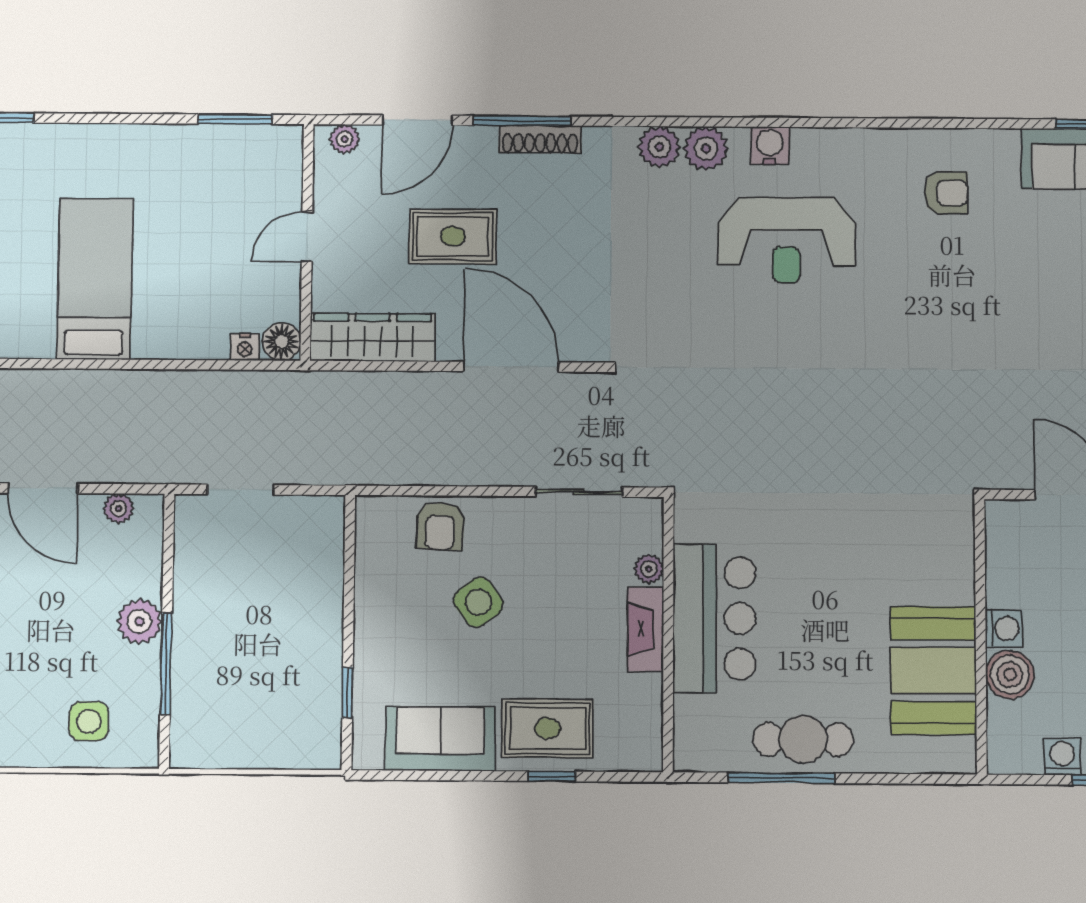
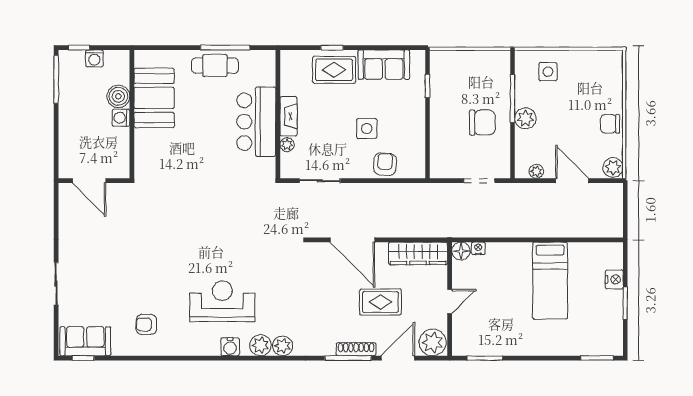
plant: (344, 139) -> (433, 342), width x1.88, depth x1.88
shoe rack: (540, 139) -> (356, 349), moved
side table: (478, 602) -> (367, 129), turned 36
chair: (232, 613) -> (482, 123), added

